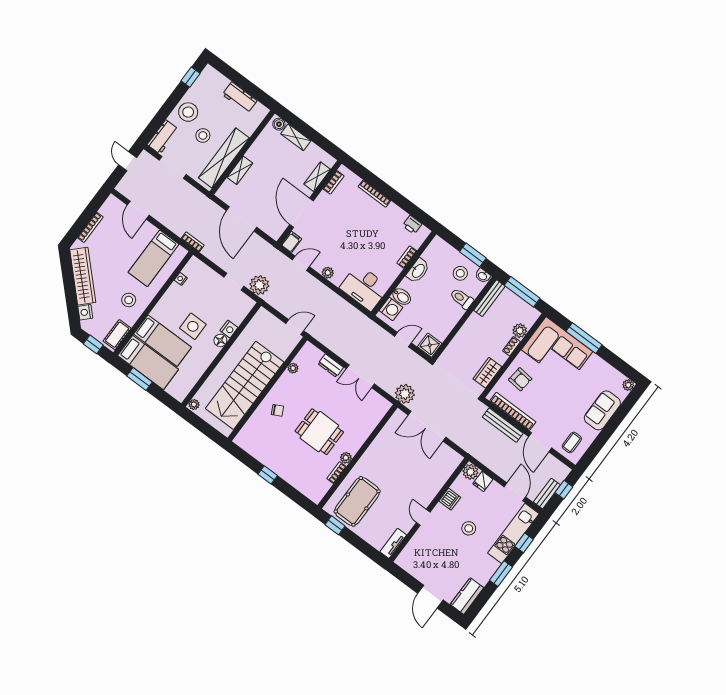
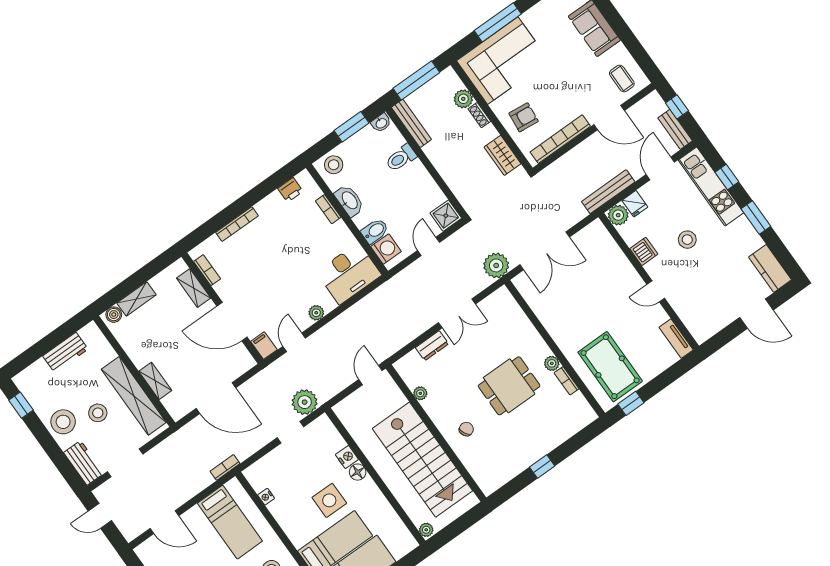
stool: (460, 273) -> (334, 165), moved
bench: (503, 425) -> (608, 192), moved
door: (515, 492) -> (660, 168), hinge flipped

